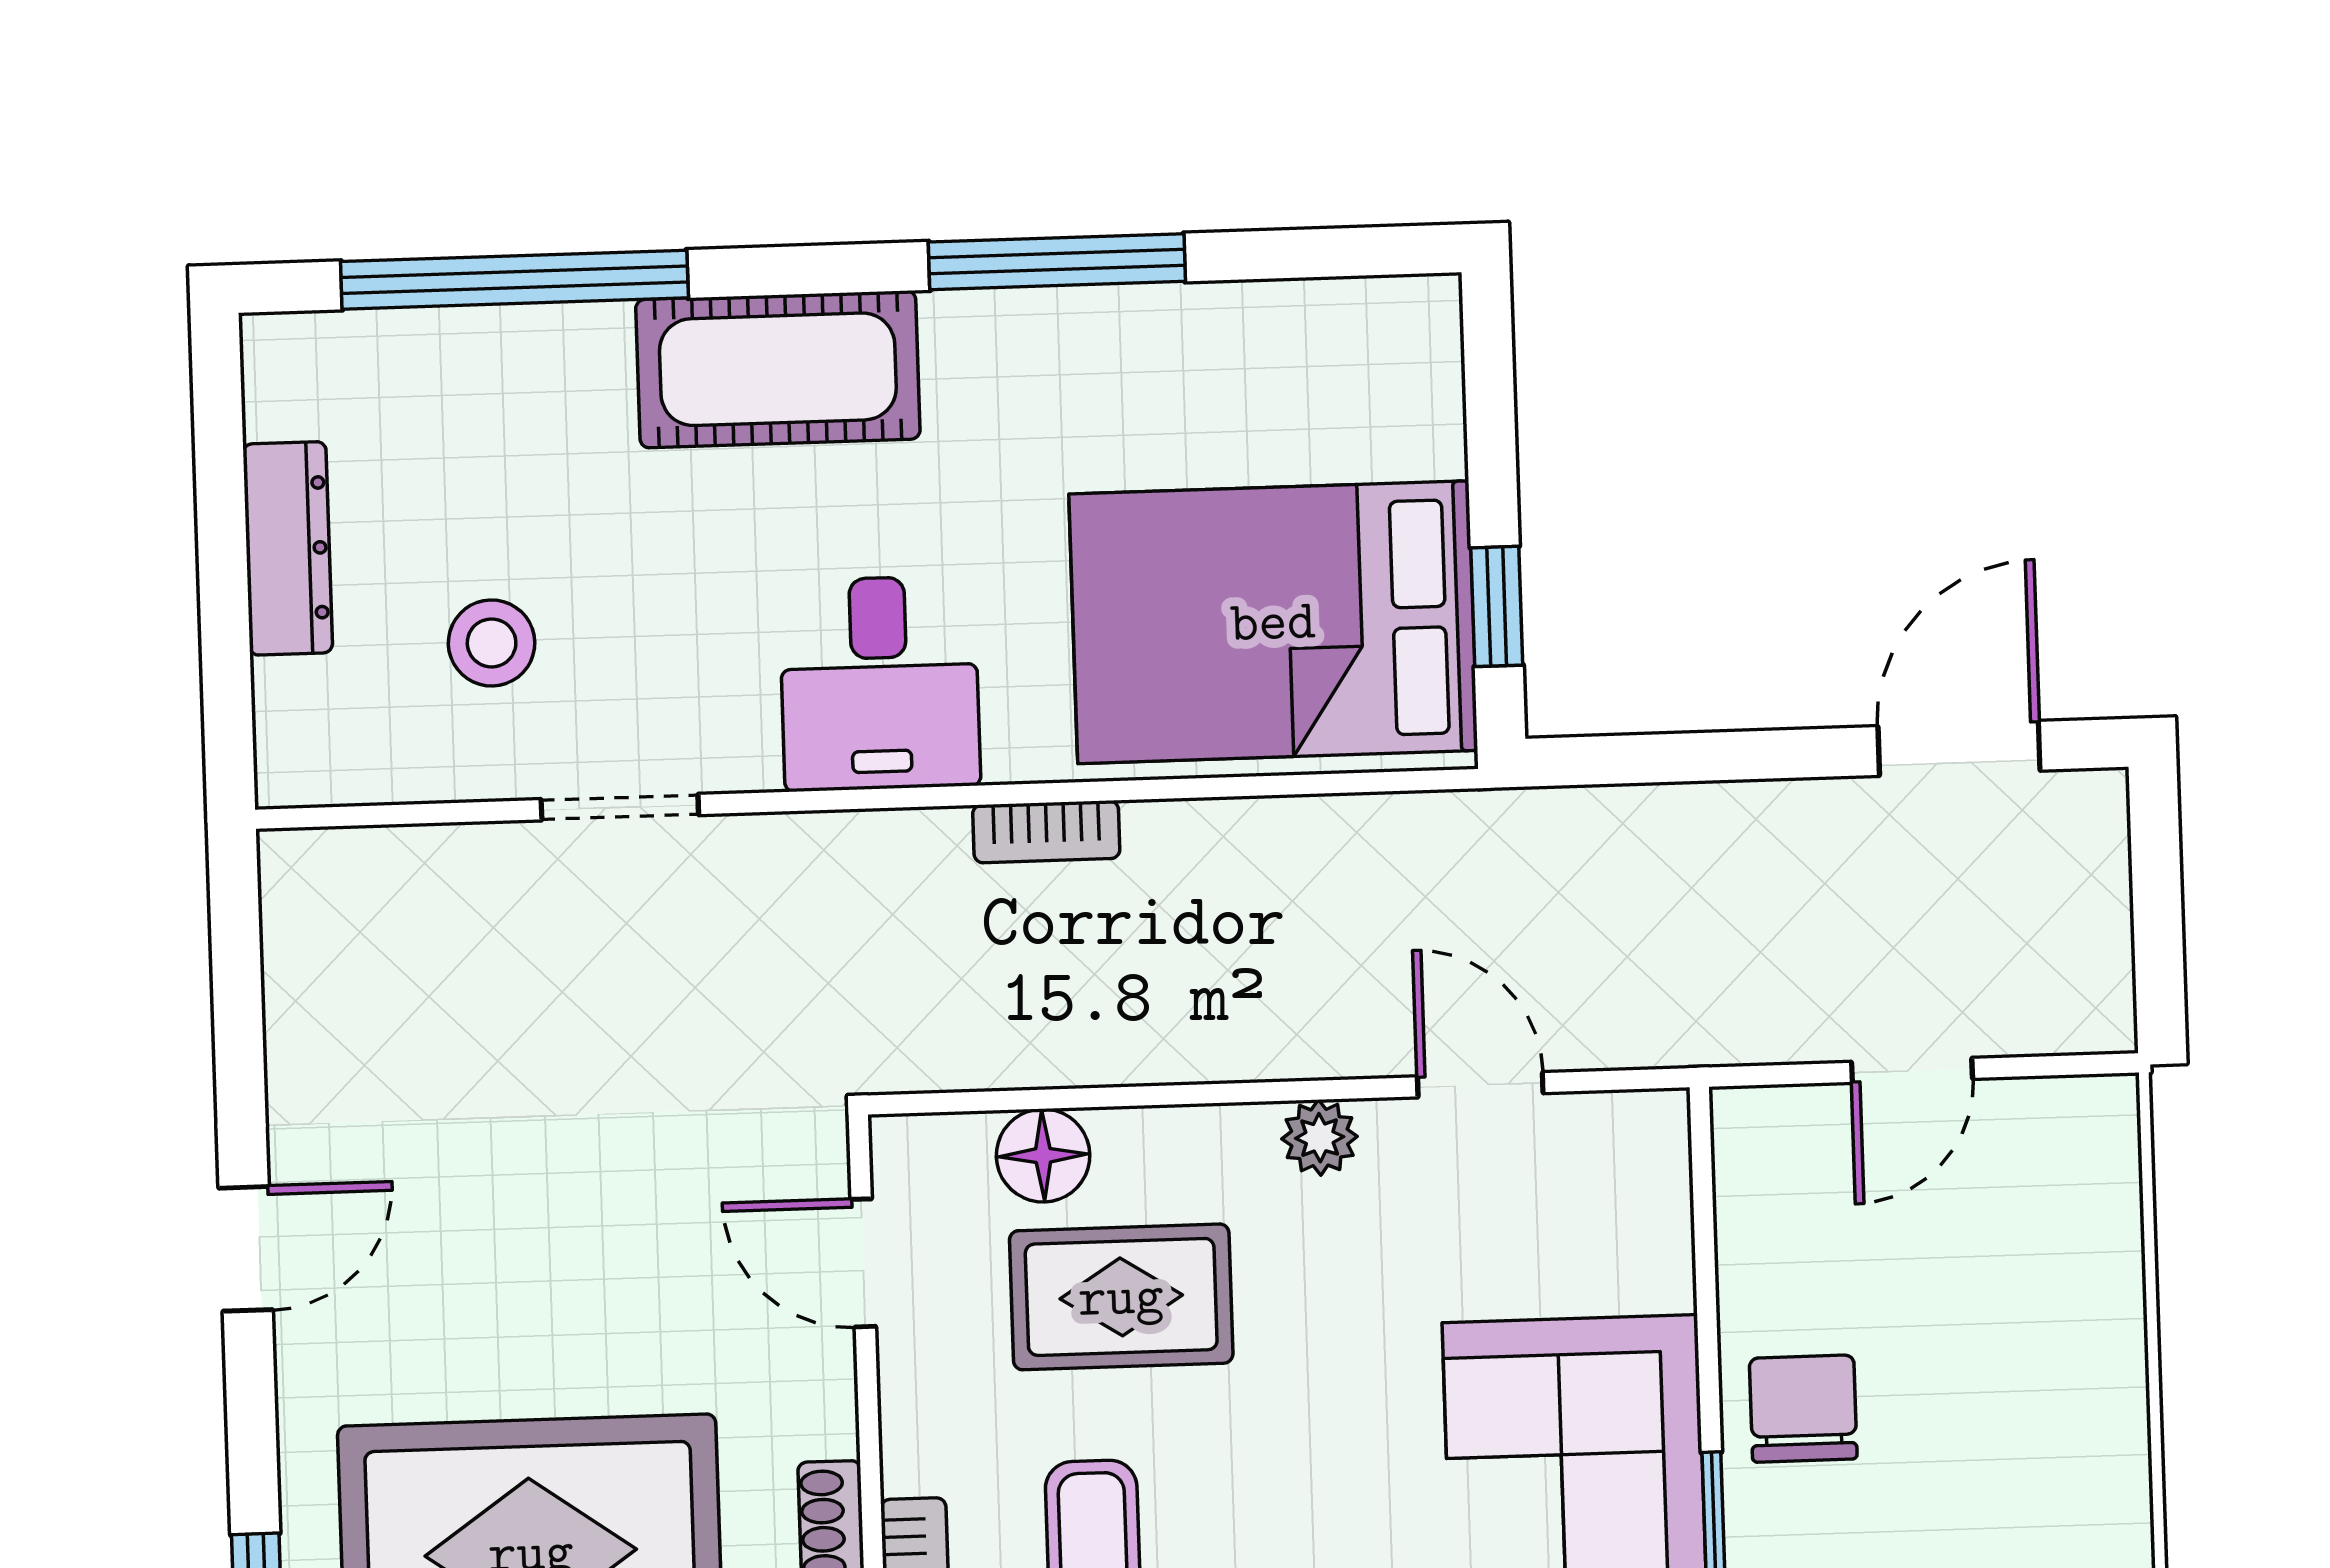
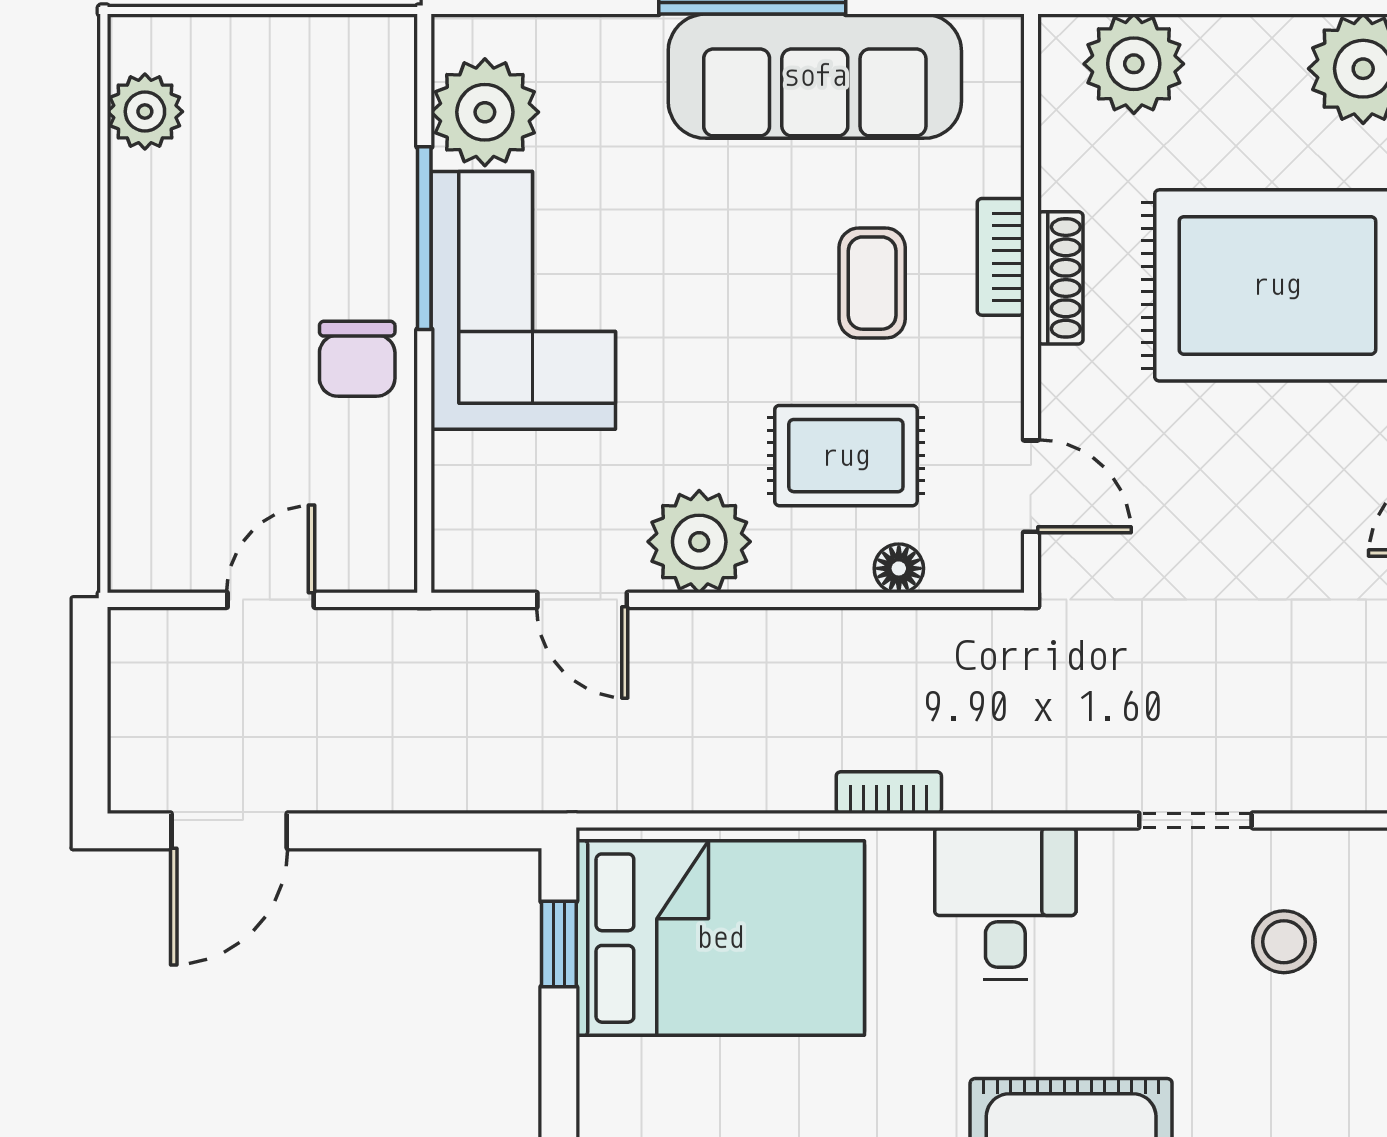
plant: (1320, 1138) -> (699, 542), width x1.88, depth x1.88
floor lamp: (1043, 1155) -> (899, 568), width x0.73, depth x0.73

